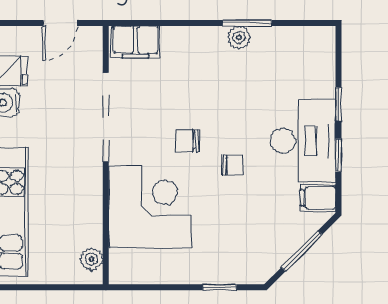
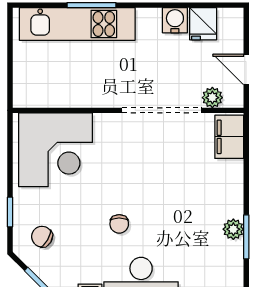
chair: (187, 141) -> (42, 237), moved, turned -60
corner desk: (150, 207) -> (56, 150), moved
plant: (91, 259) -> (212, 98), moved

